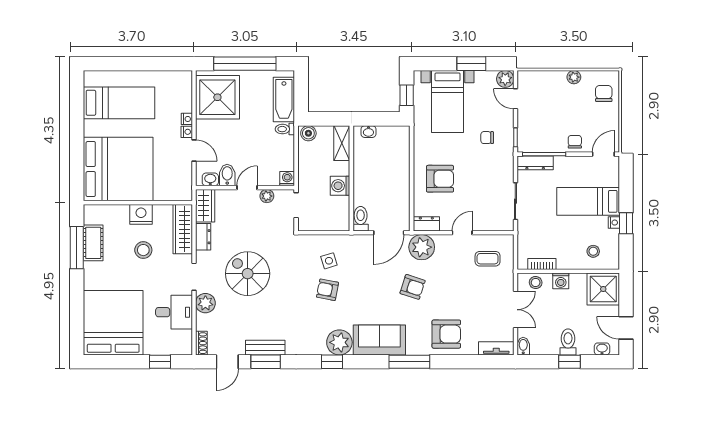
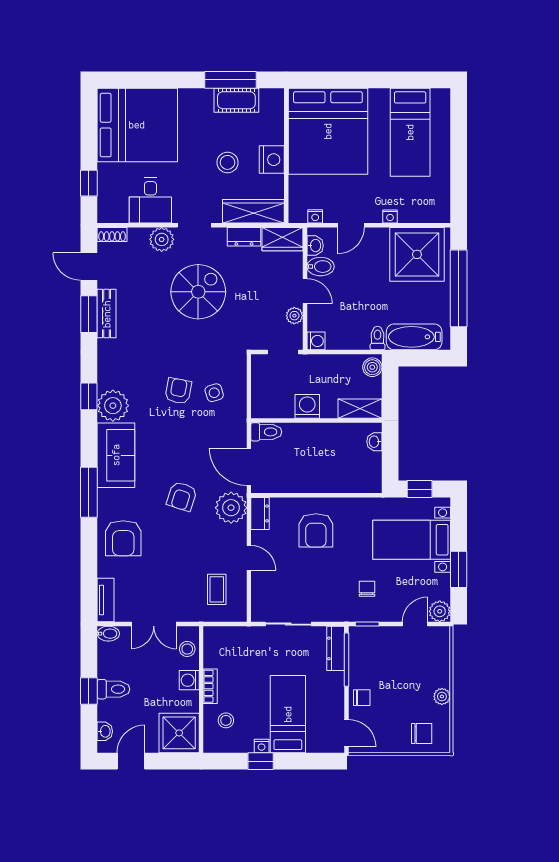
nightstand: (187, 132) -> (315, 216), moved
bookcase: (542, 264) -> (210, 686), moved

